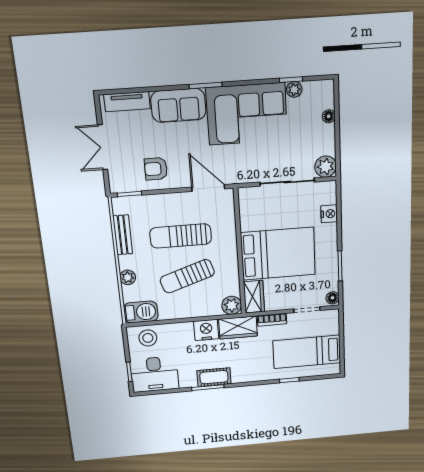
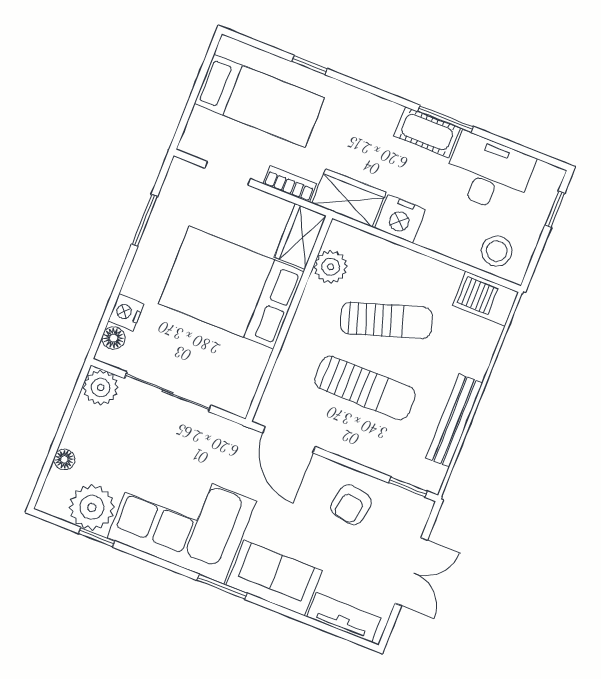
plant: (294, 89) -> (92, 507), width x1.87, depth x1.87
armchair: (156, 169) -> (351, 505), turned 100
bench: (123, 235) -> (454, 420), width x1.36
plant: (128, 277) -> (477, 363), removed
floor lamp: (332, 298) -> (113, 338), moved
plant: (232, 305) -> (331, 267), moved
desk: (155, 374) -> (488, 173), moved

